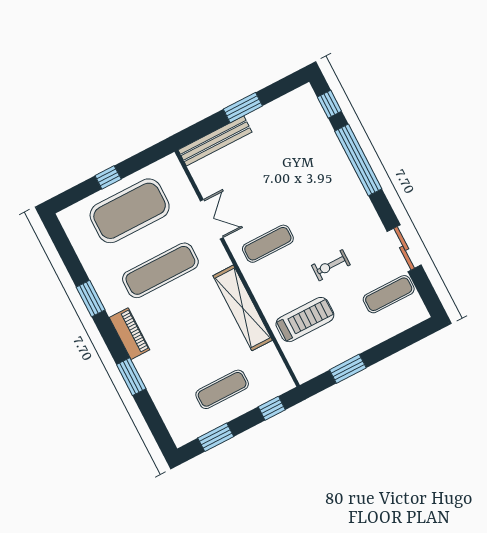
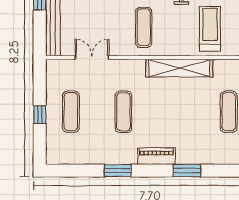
exercise mat: (130, 211) -> (71, 112), width x0.50, depth x0.69
double door: (212, 219) -> (92, 57), moved
exercise mat: (160, 270) -> (123, 112), width x0.73, depth x0.69

